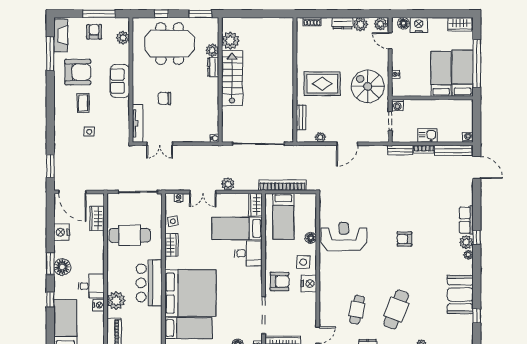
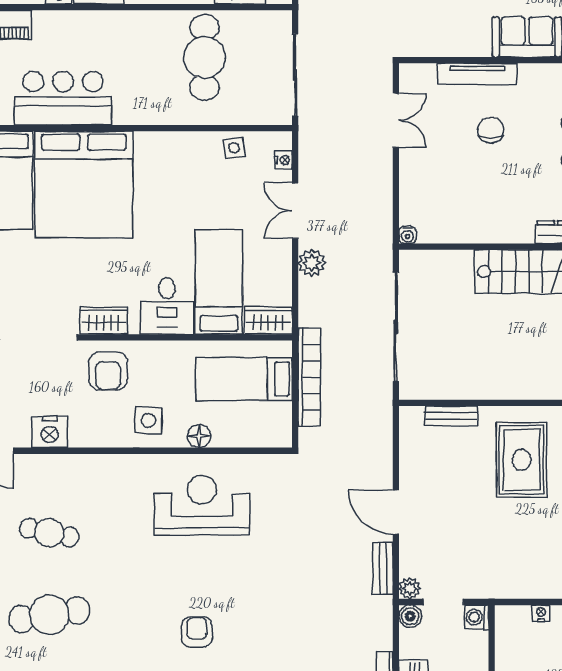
spiral stairs: (368, 86) -> (516, 555), removed
tv unit: (137, 123) -> (477, 74), moved
plant: (320, 137) -> (410, 588), moved
boiler: (397, 137) -> (410, 616), added
double door: (160, 144) -> (396, 120), swing flipped
bench: (400, 150) -> (383, 568), moved
reception desk: (344, 237) -> (202, 505), turned -90
wardrobe: (171, 245) -> (104, 321), moved, turned 180
bar counter: (149, 283) -> (63, 98), moved
nightstand: (309, 284) -> (50, 432), moved
plant: (116, 301) -> (68, 29), removed
cafe table: (396, 310) -> (49, 615), turned -30

